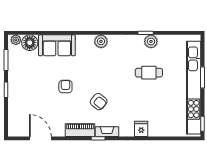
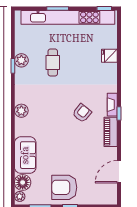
armchair: (65, 87) -> (64, 187), moved, width x1.88, depth x1.88
fridge: (141, 129) -> (109, 56), moved

